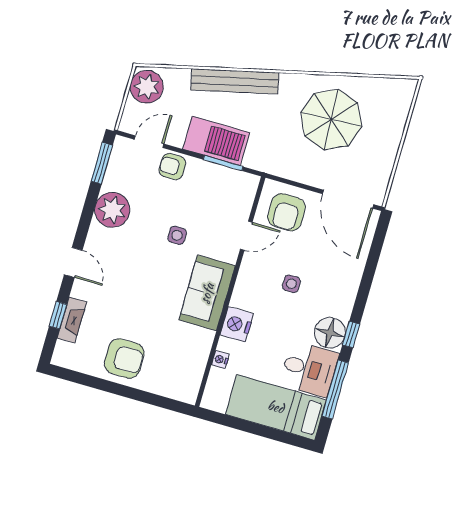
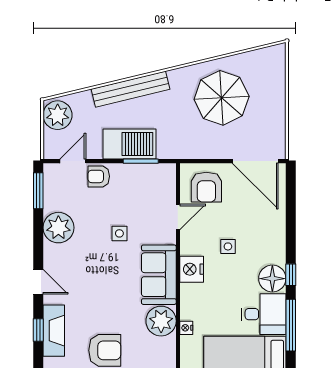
fireplace: (72, 320) -> (54, 331), width x1.37, depth x1.32
nightstand: (237, 324) -> (192, 269), moved
plant: (195, 344) -> (161, 321), added

